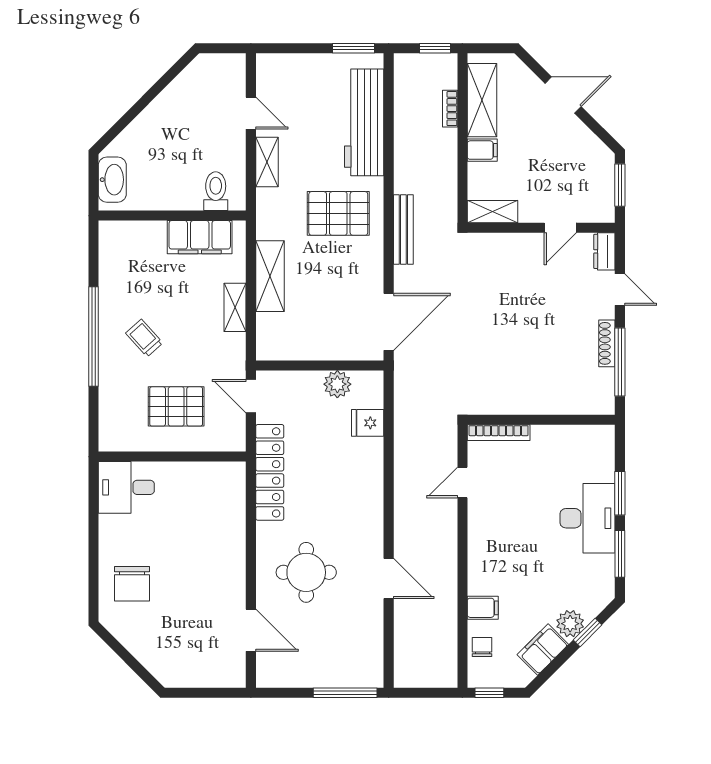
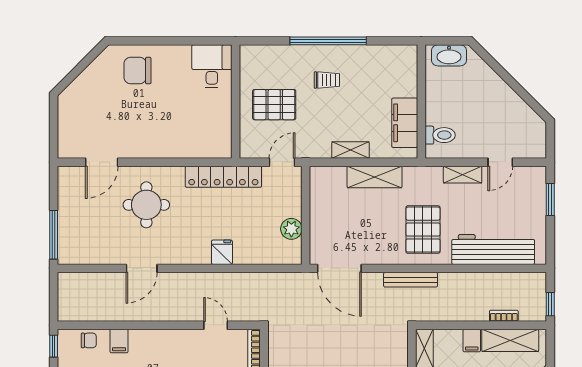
window: (354, 48) -> (550, 199), moved
trolley: (144, 338) -> (327, 80), turned 42
pallet: (176, 406) -> (274, 105), turned 90
fridge: (368, 423) -> (222, 252), moved

